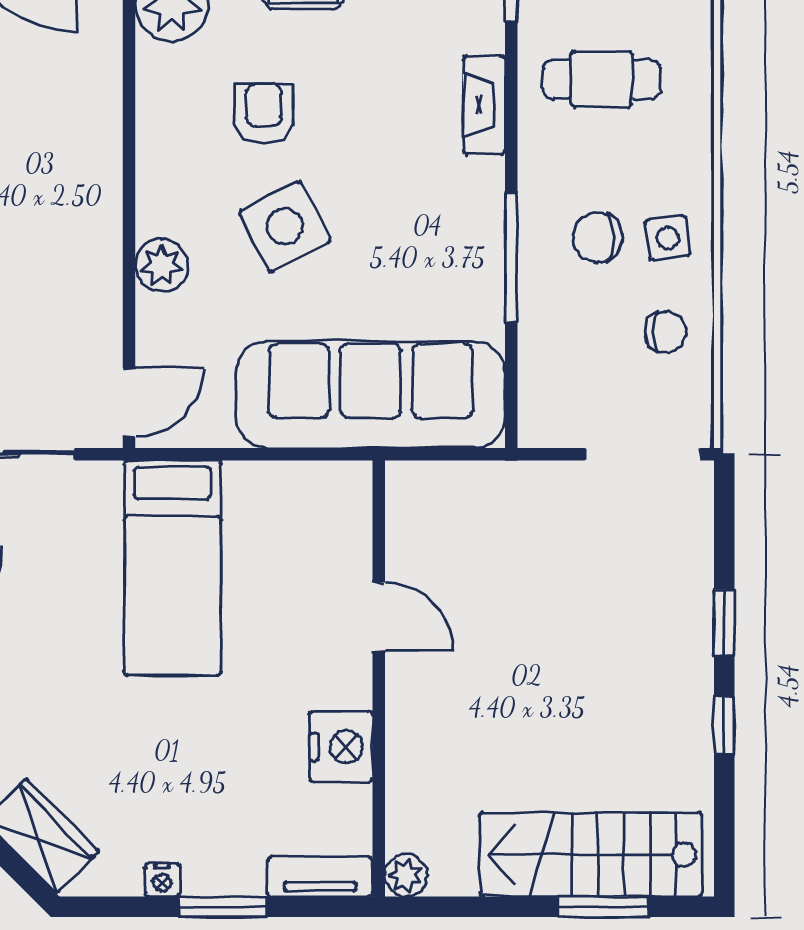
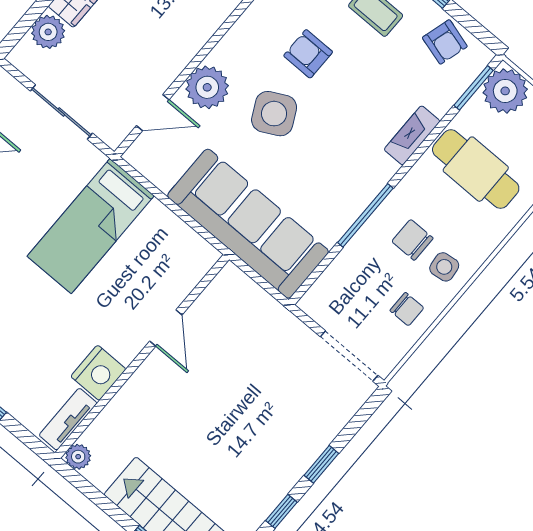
cafe table: (602, 79) -> (476, 169), width x1.37, depth x1.35
armchair: (264, 113) -> (308, 54), turned -90
plant: (162, 265) -> (207, 87), width x1.36, depth x1.36
door: (129, 402) -> (153, 113), moved
tv unit: (320, 876) -> (68, 419), moved, turned -90

